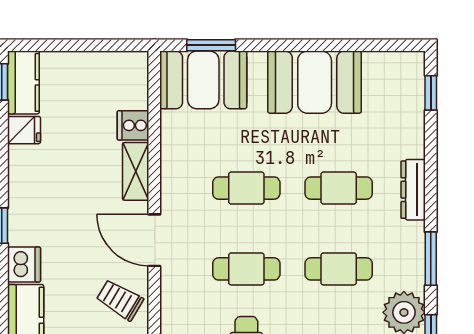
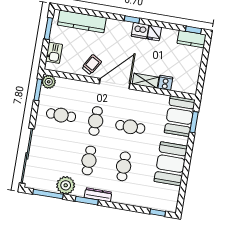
fridge: (24, 130) -> (154, 33), moved
cafe table: (246, 188) -> (130, 127), turned 90
dresser: (413, 190) -> (98, 195), moved
door: (154, 240) -> (115, 84), width x1.36
dishwasher: (24, 264) -> (140, 31), moved

